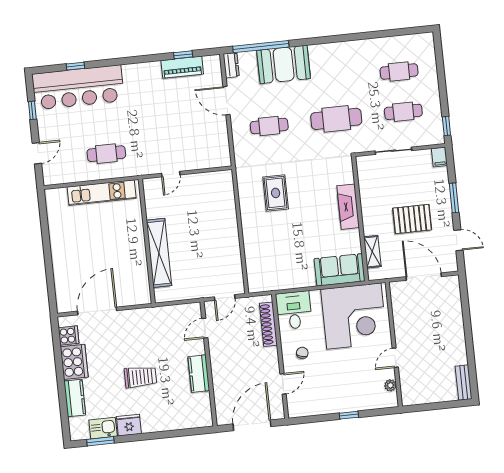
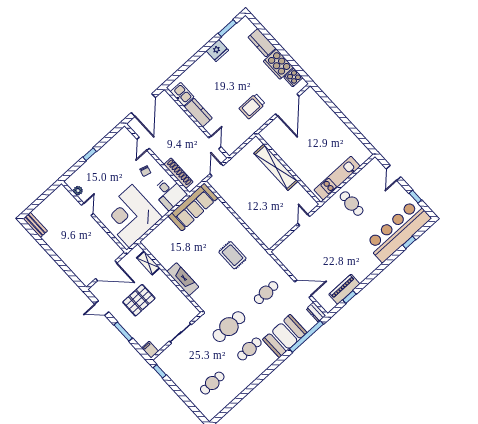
cafe table: (403, 112) -> (249, 349), moved
cafe table: (106, 154) -> (352, 204), turned 90
sofa: (340, 270) -> (193, 207), moved, width x1.36
trolley: (140, 377) -> (252, 106), moved
kitchen sink: (103, 428) -> (182, 94), moved, turned -90

